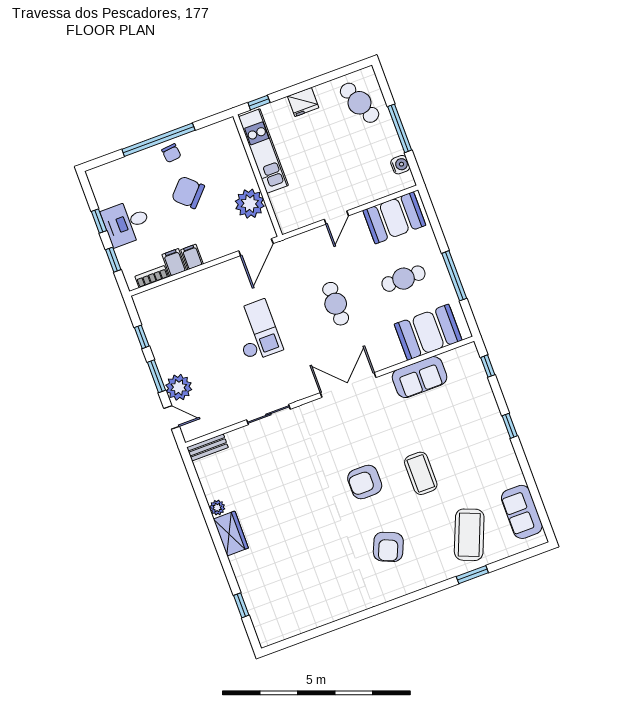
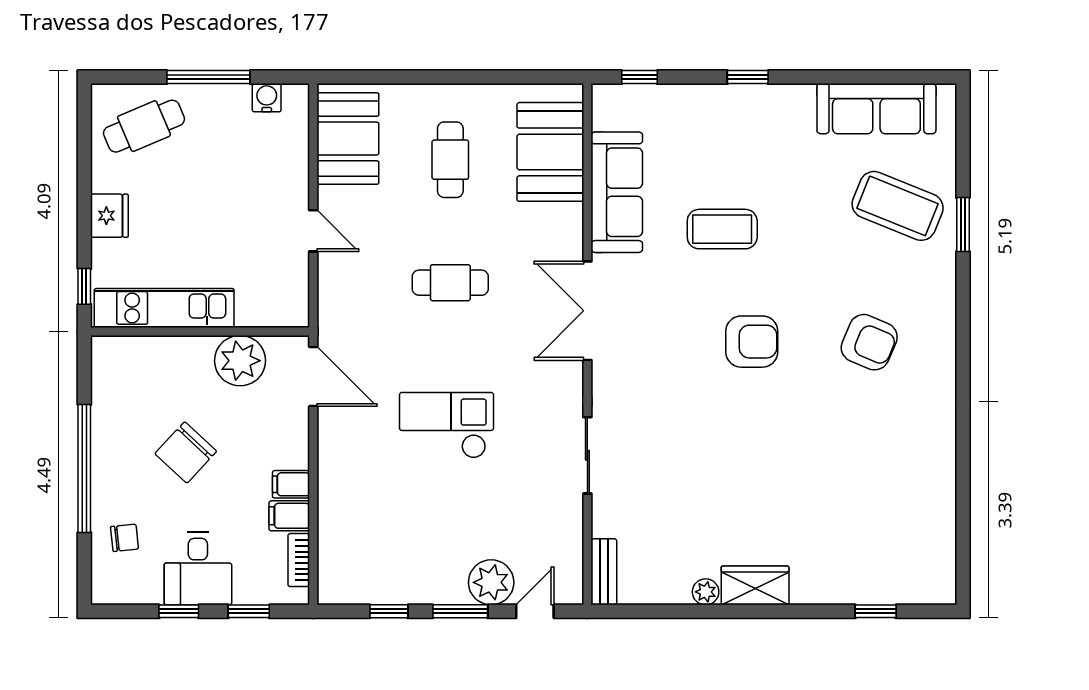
chair: (171, 153) -> (125, 538), moved
window: (454, 276) -> (476, 77), removed
sofa: (420, 377) -> (617, 192), width x1.36
coffee table: (421, 473) -> (722, 229), moved
armchair: (365, 482) -> (752, 342), turned -90
sofa: (522, 512) -> (876, 109), width x1.36

